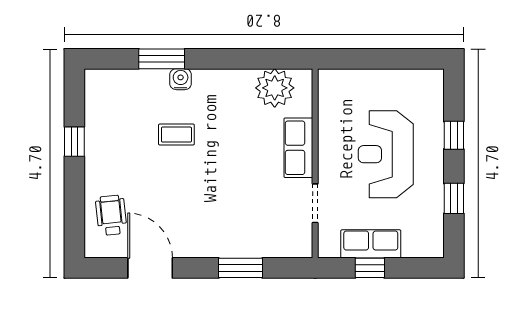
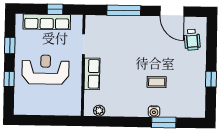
plant: (275, 88) -> (99, 111), width x0.53, depth x0.53
reception desk: (386, 154) -> (46, 70), turned -90
row of seats: (371, 244) -> (47, 22), width x1.48
window: (240, 268) -> (124, 10), width x1.44

